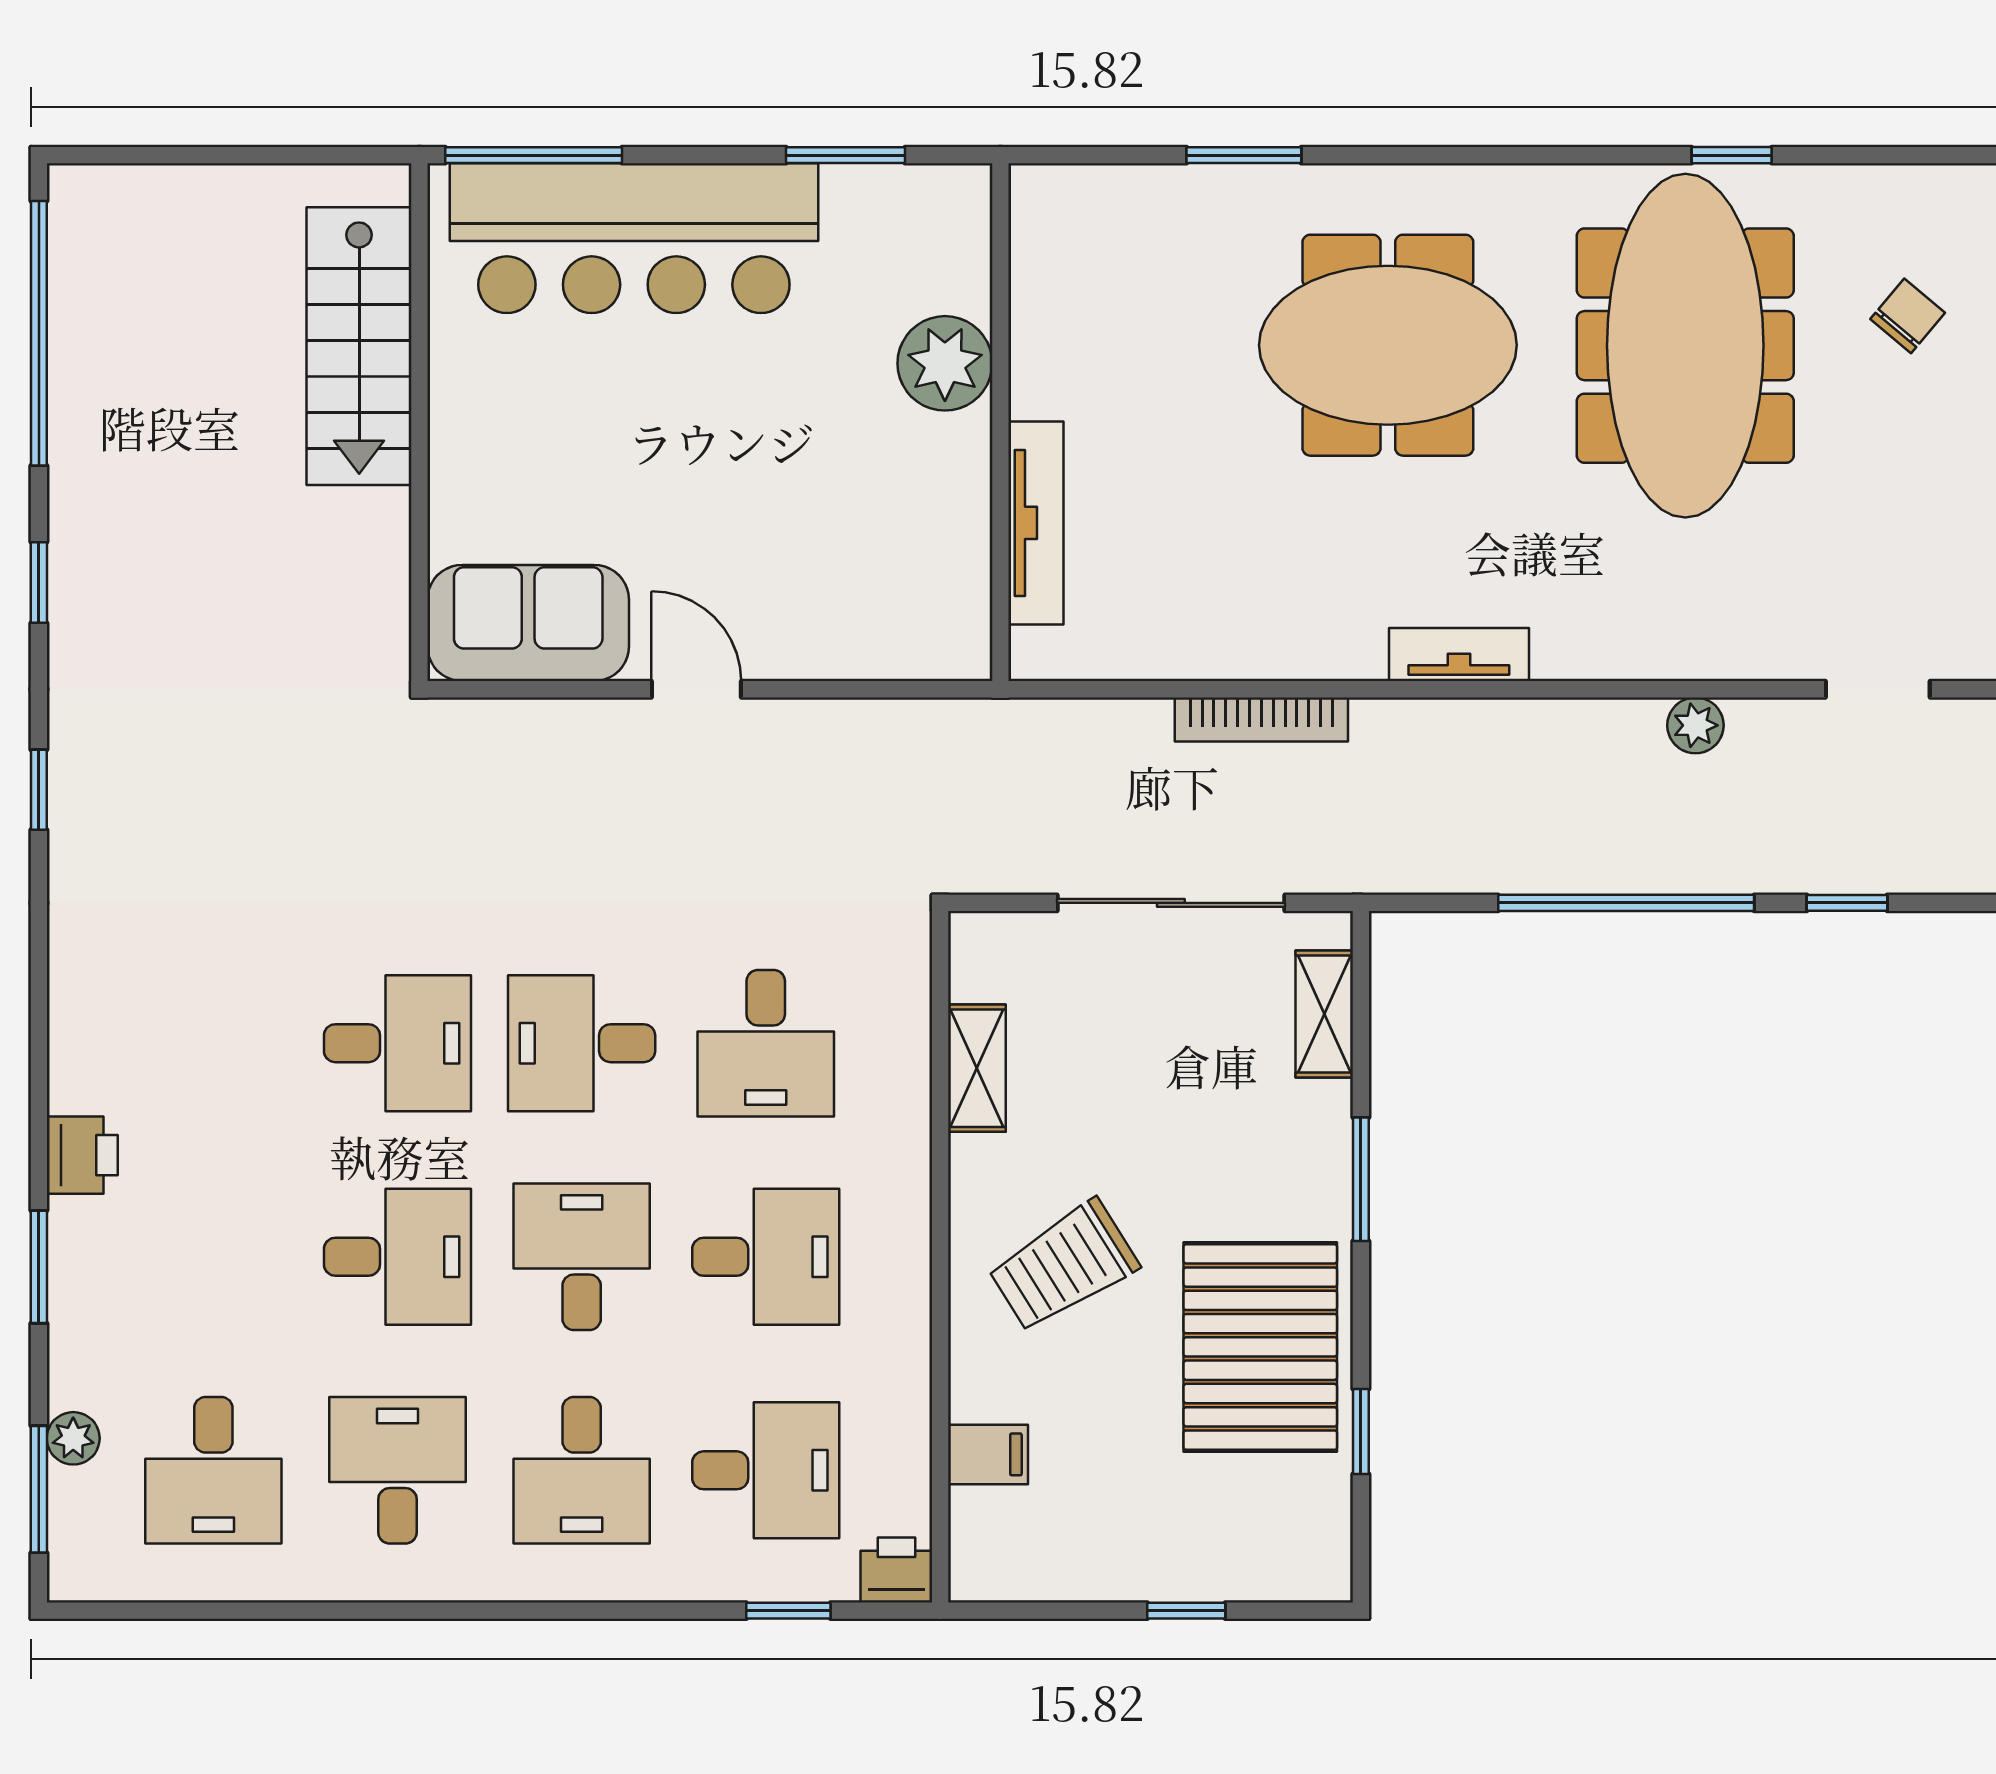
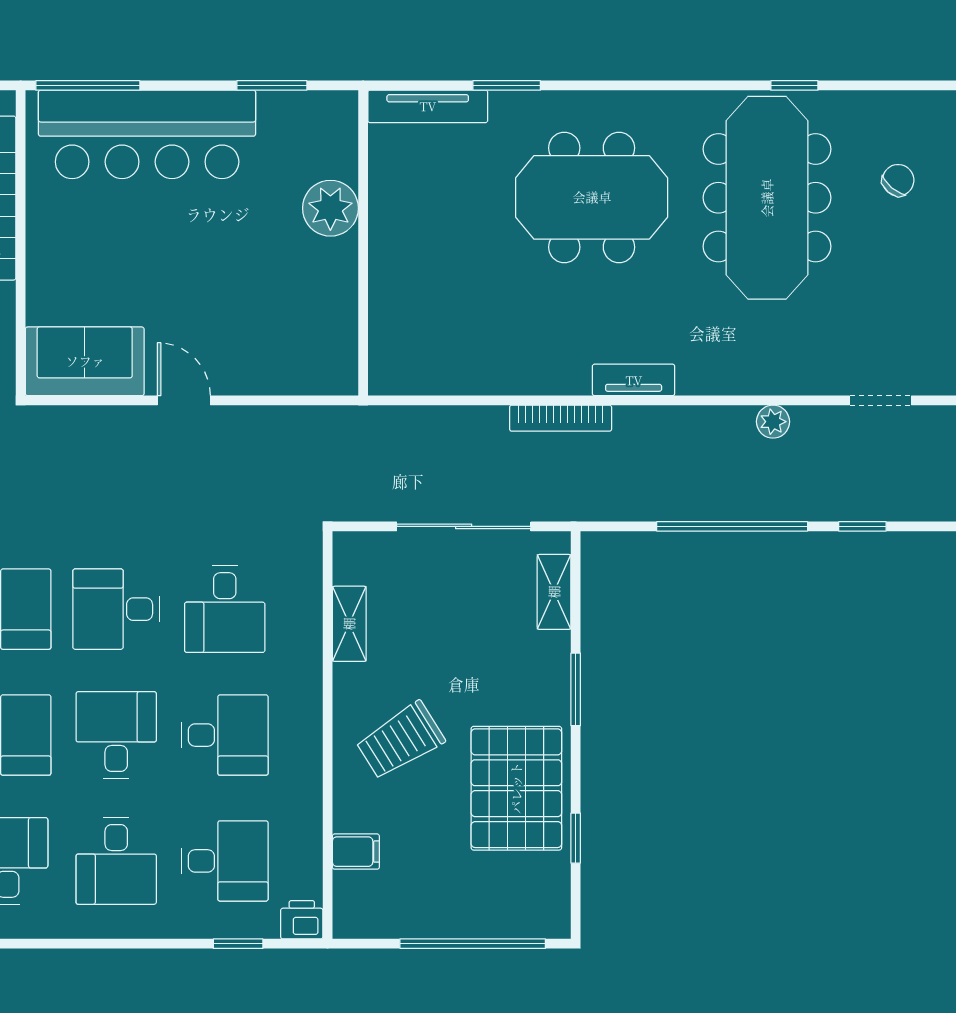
tv unit: (1036, 523) -> (428, 106), moved, turned 90
bookcase: (1261, 719) -> (561, 418), moved
window: (1186, 1611) -> (473, 944), width x3.17

